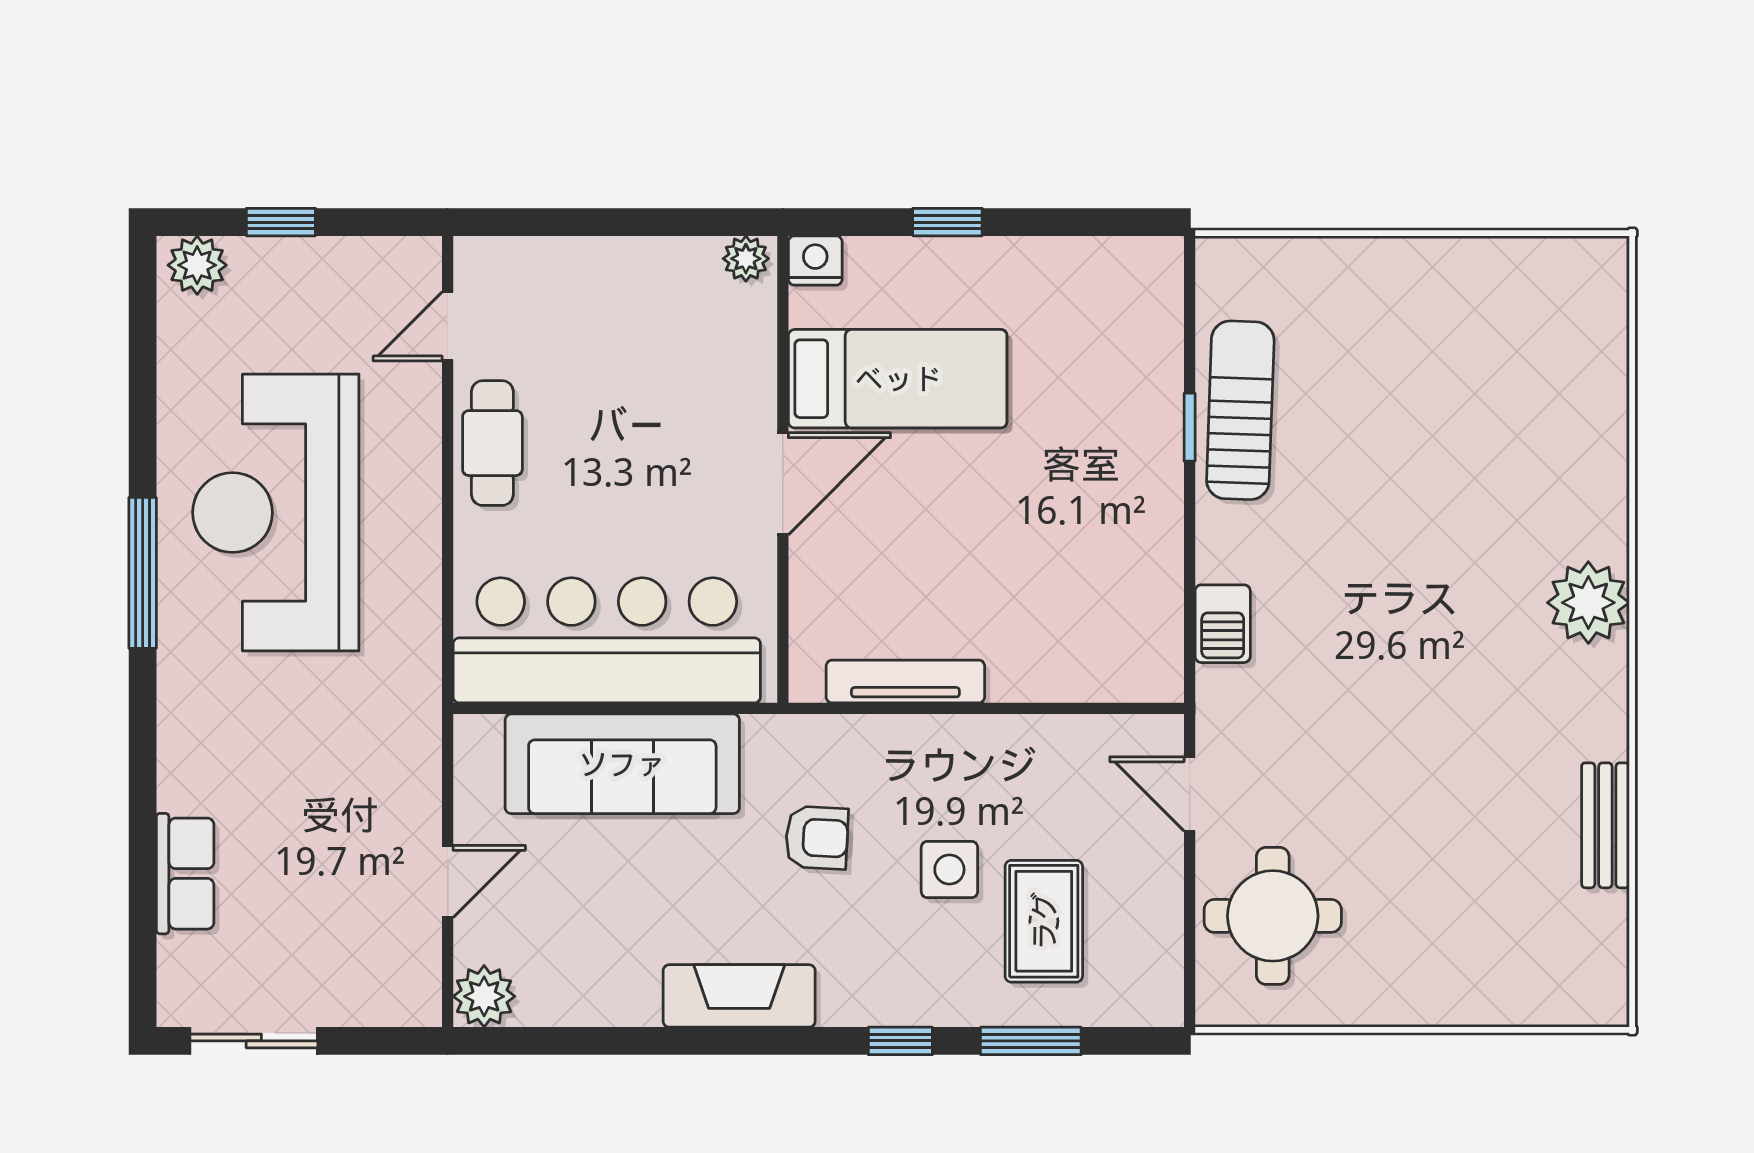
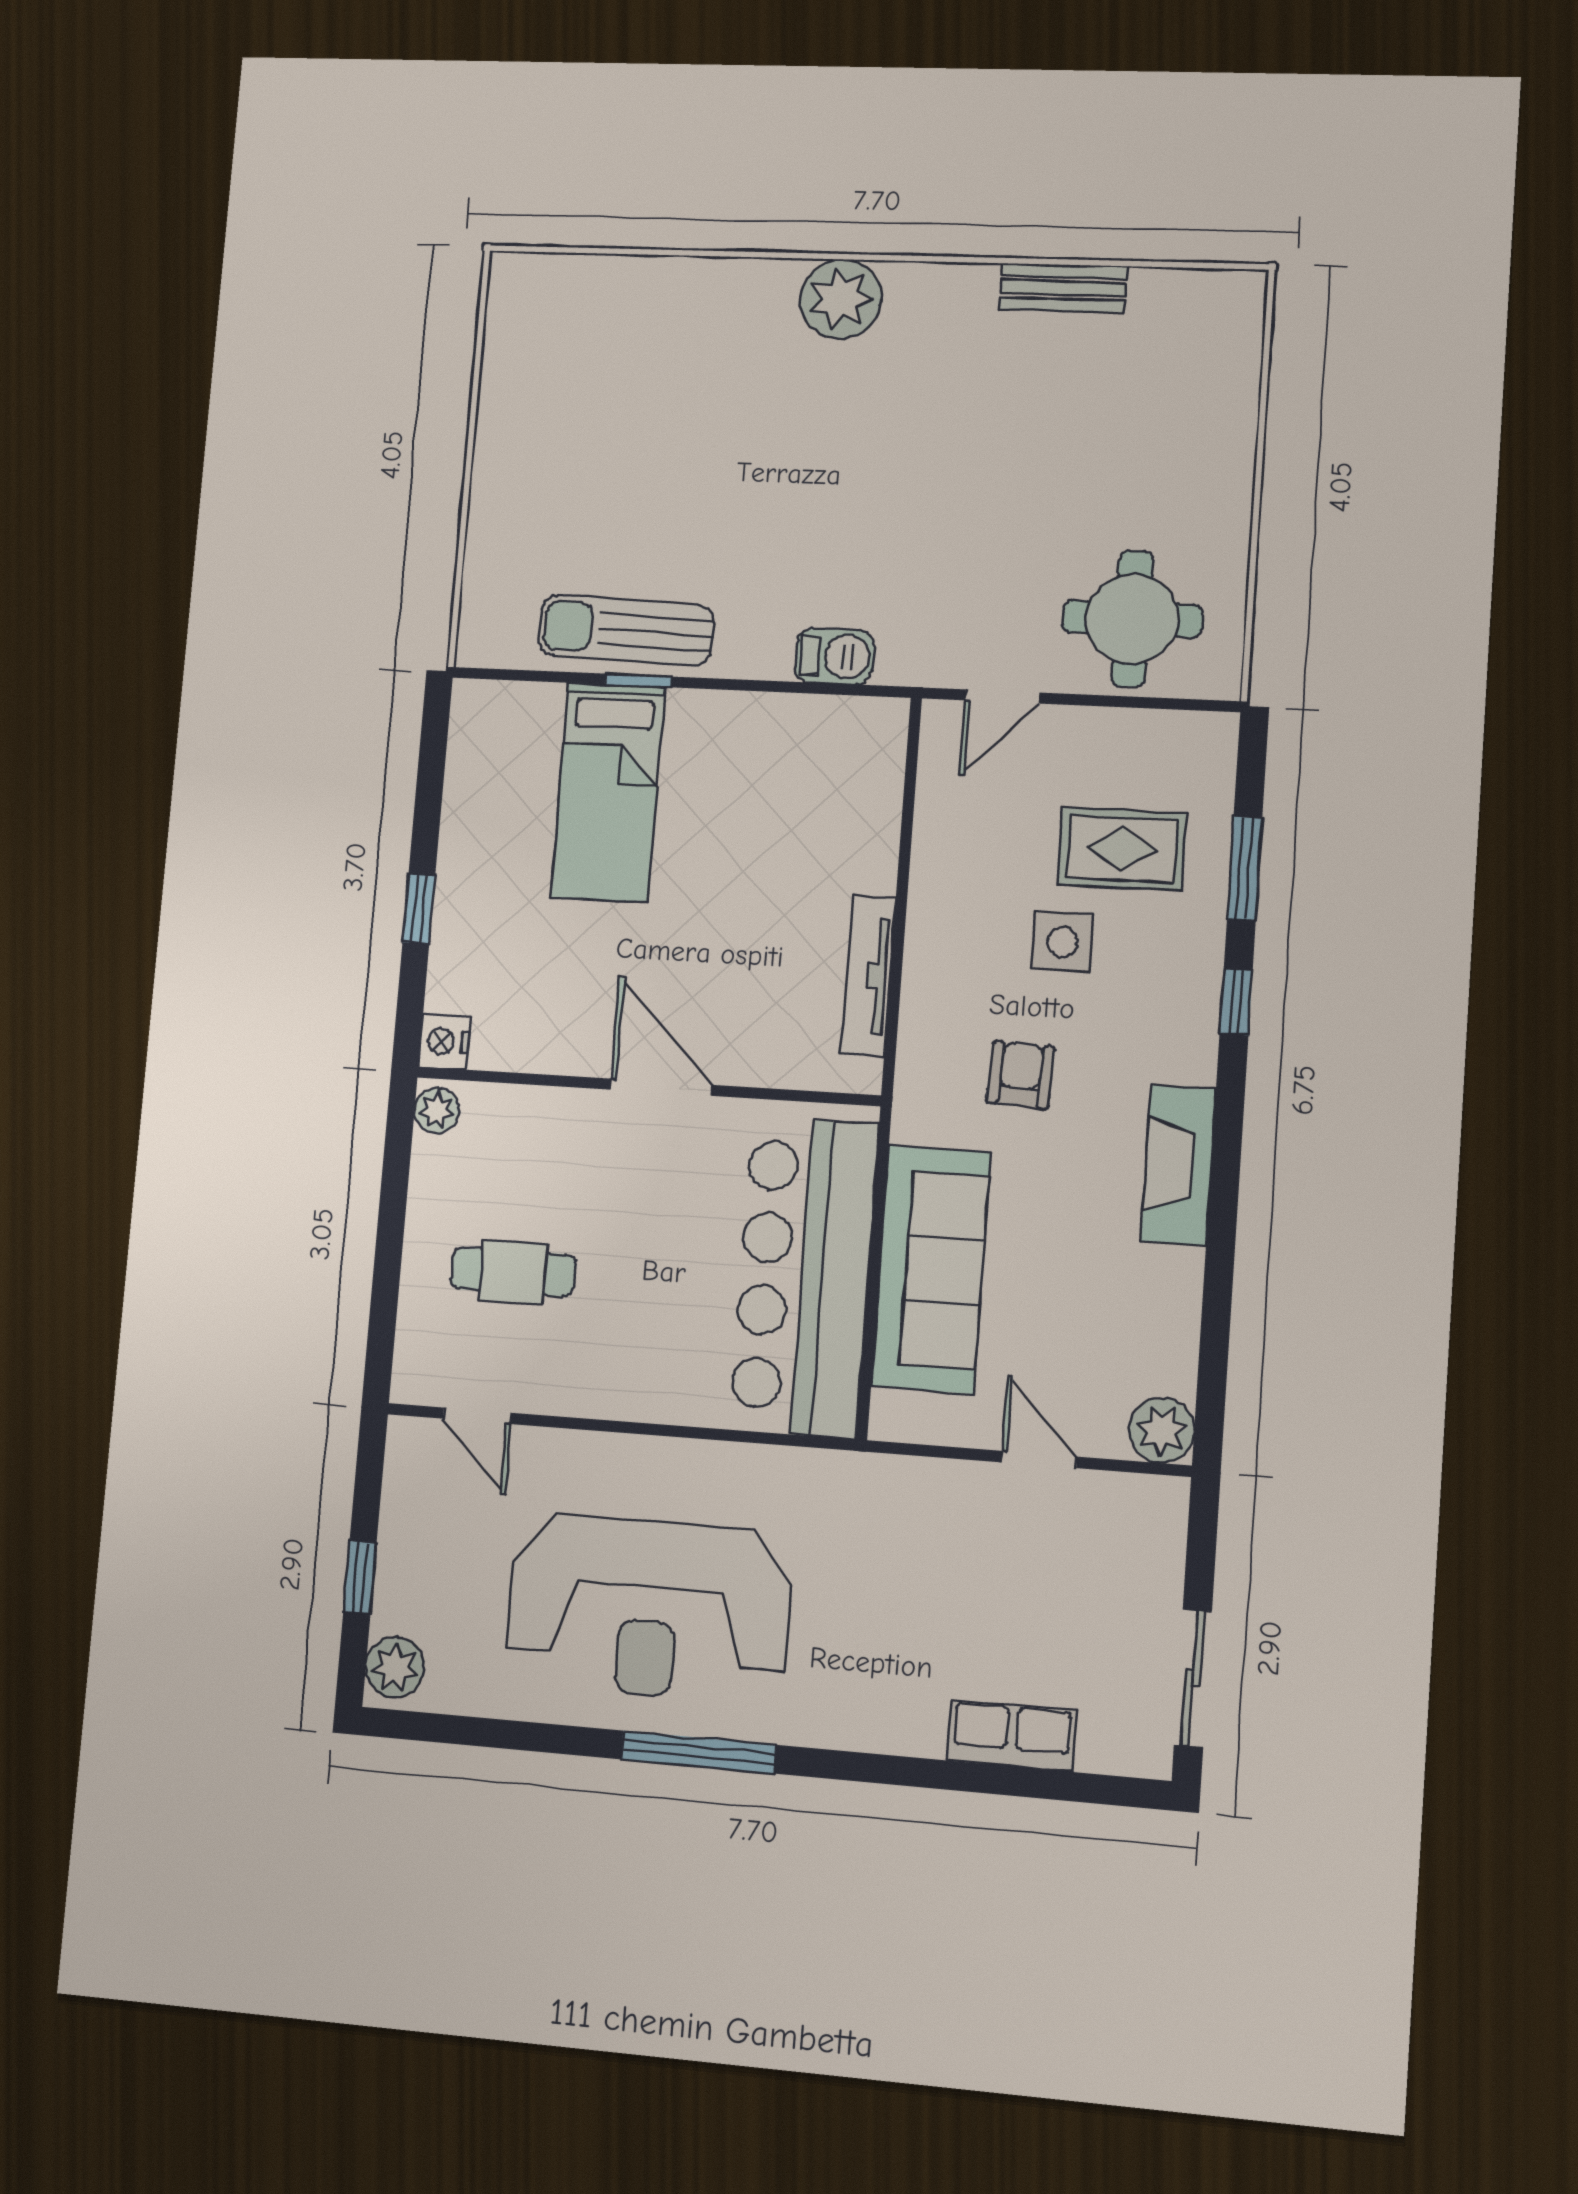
bed: (898, 379) -> (608, 792), moved, turned 180
cafe table: (492, 443) -> (513, 1272), moved

